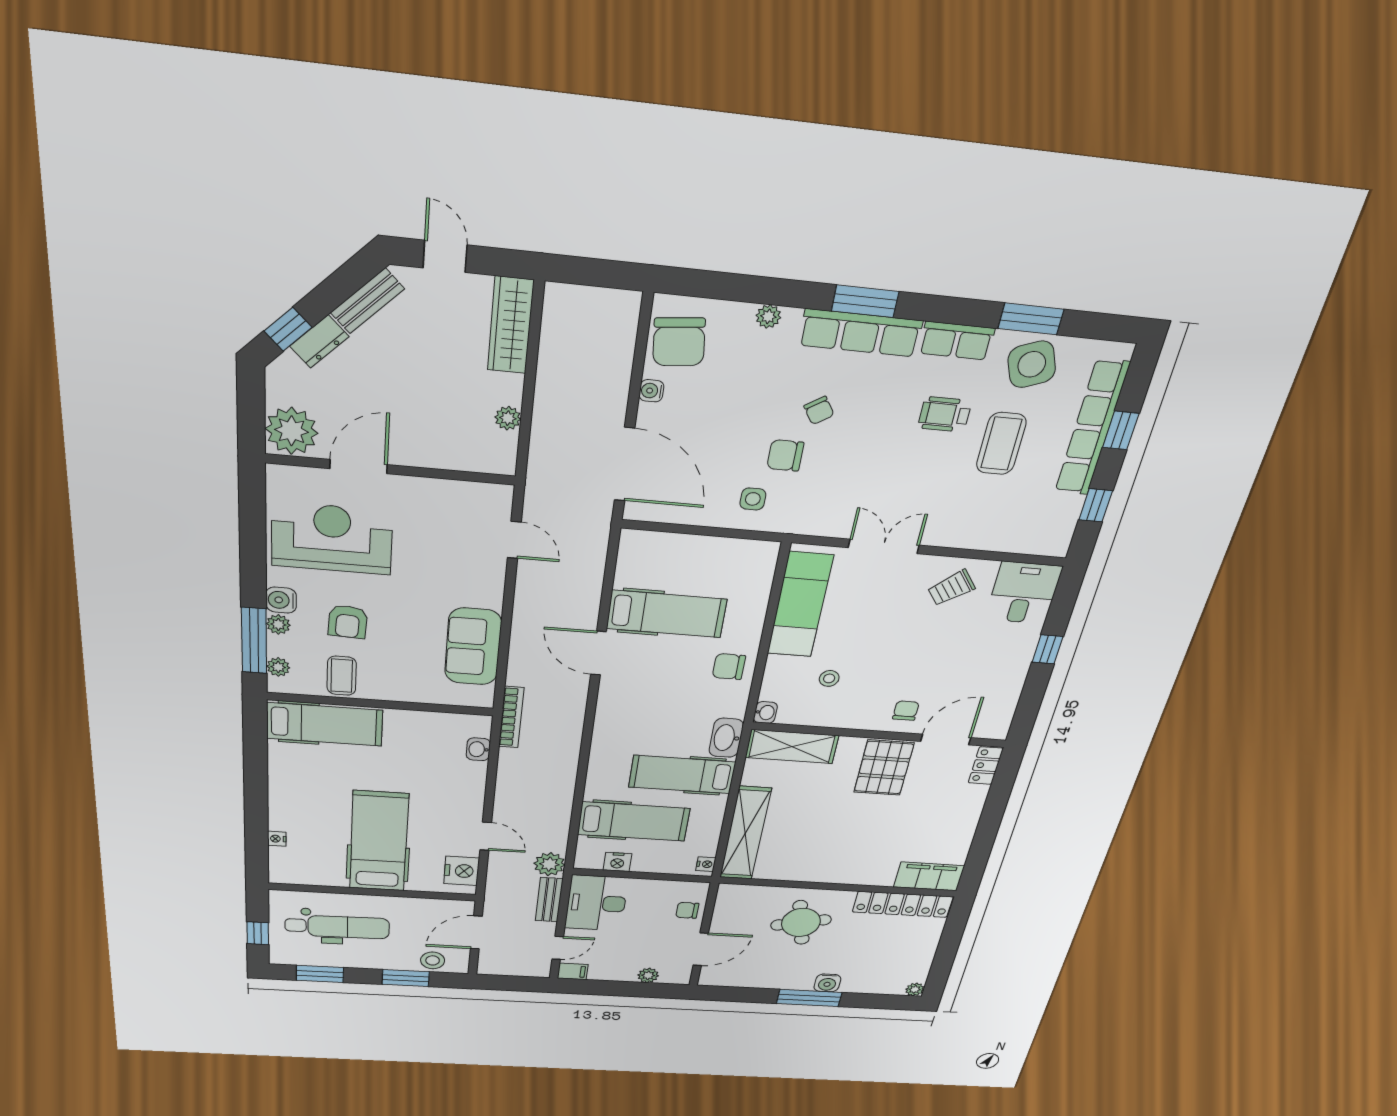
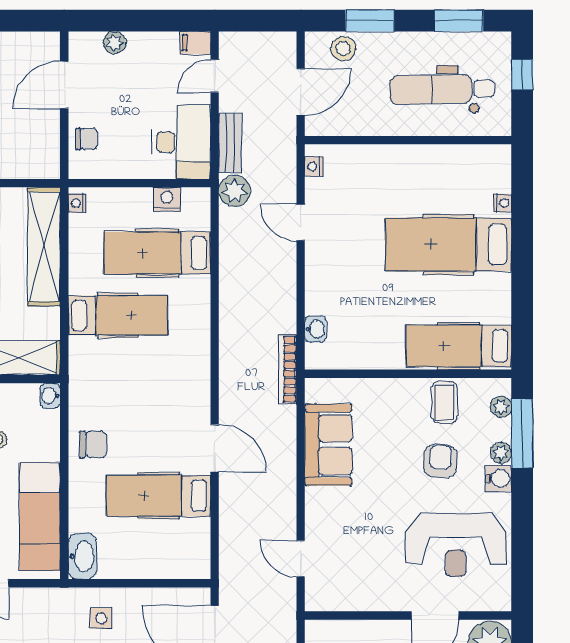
washbasin: (726, 738) -> (82, 556), moved
hospital bed: (379, 842) -> (448, 245), moved, turned 90
nightstand: (462, 871) -> (314, 166), width x0.53, depth x0.56

